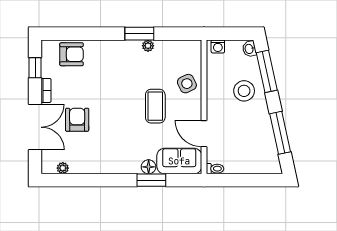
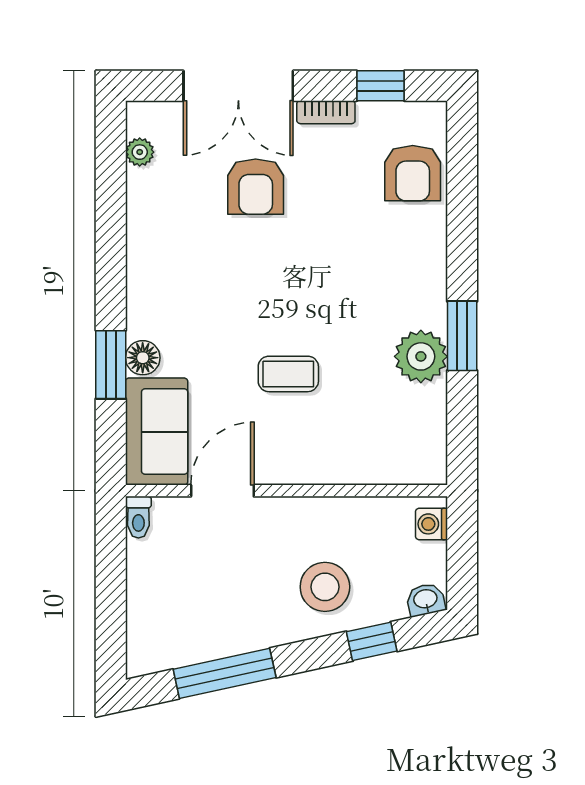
plant: (148, 46) -> (421, 356), width x1.88, depth x1.88
window: (267, 71) -> (372, 641), width x0.46
side table: (187, 84) -> (342, 450), removed
coffee table: (155, 106) -> (288, 374), width x0.73, depth x0.77
armchair: (77, 120) -> (256, 187), turned 90

